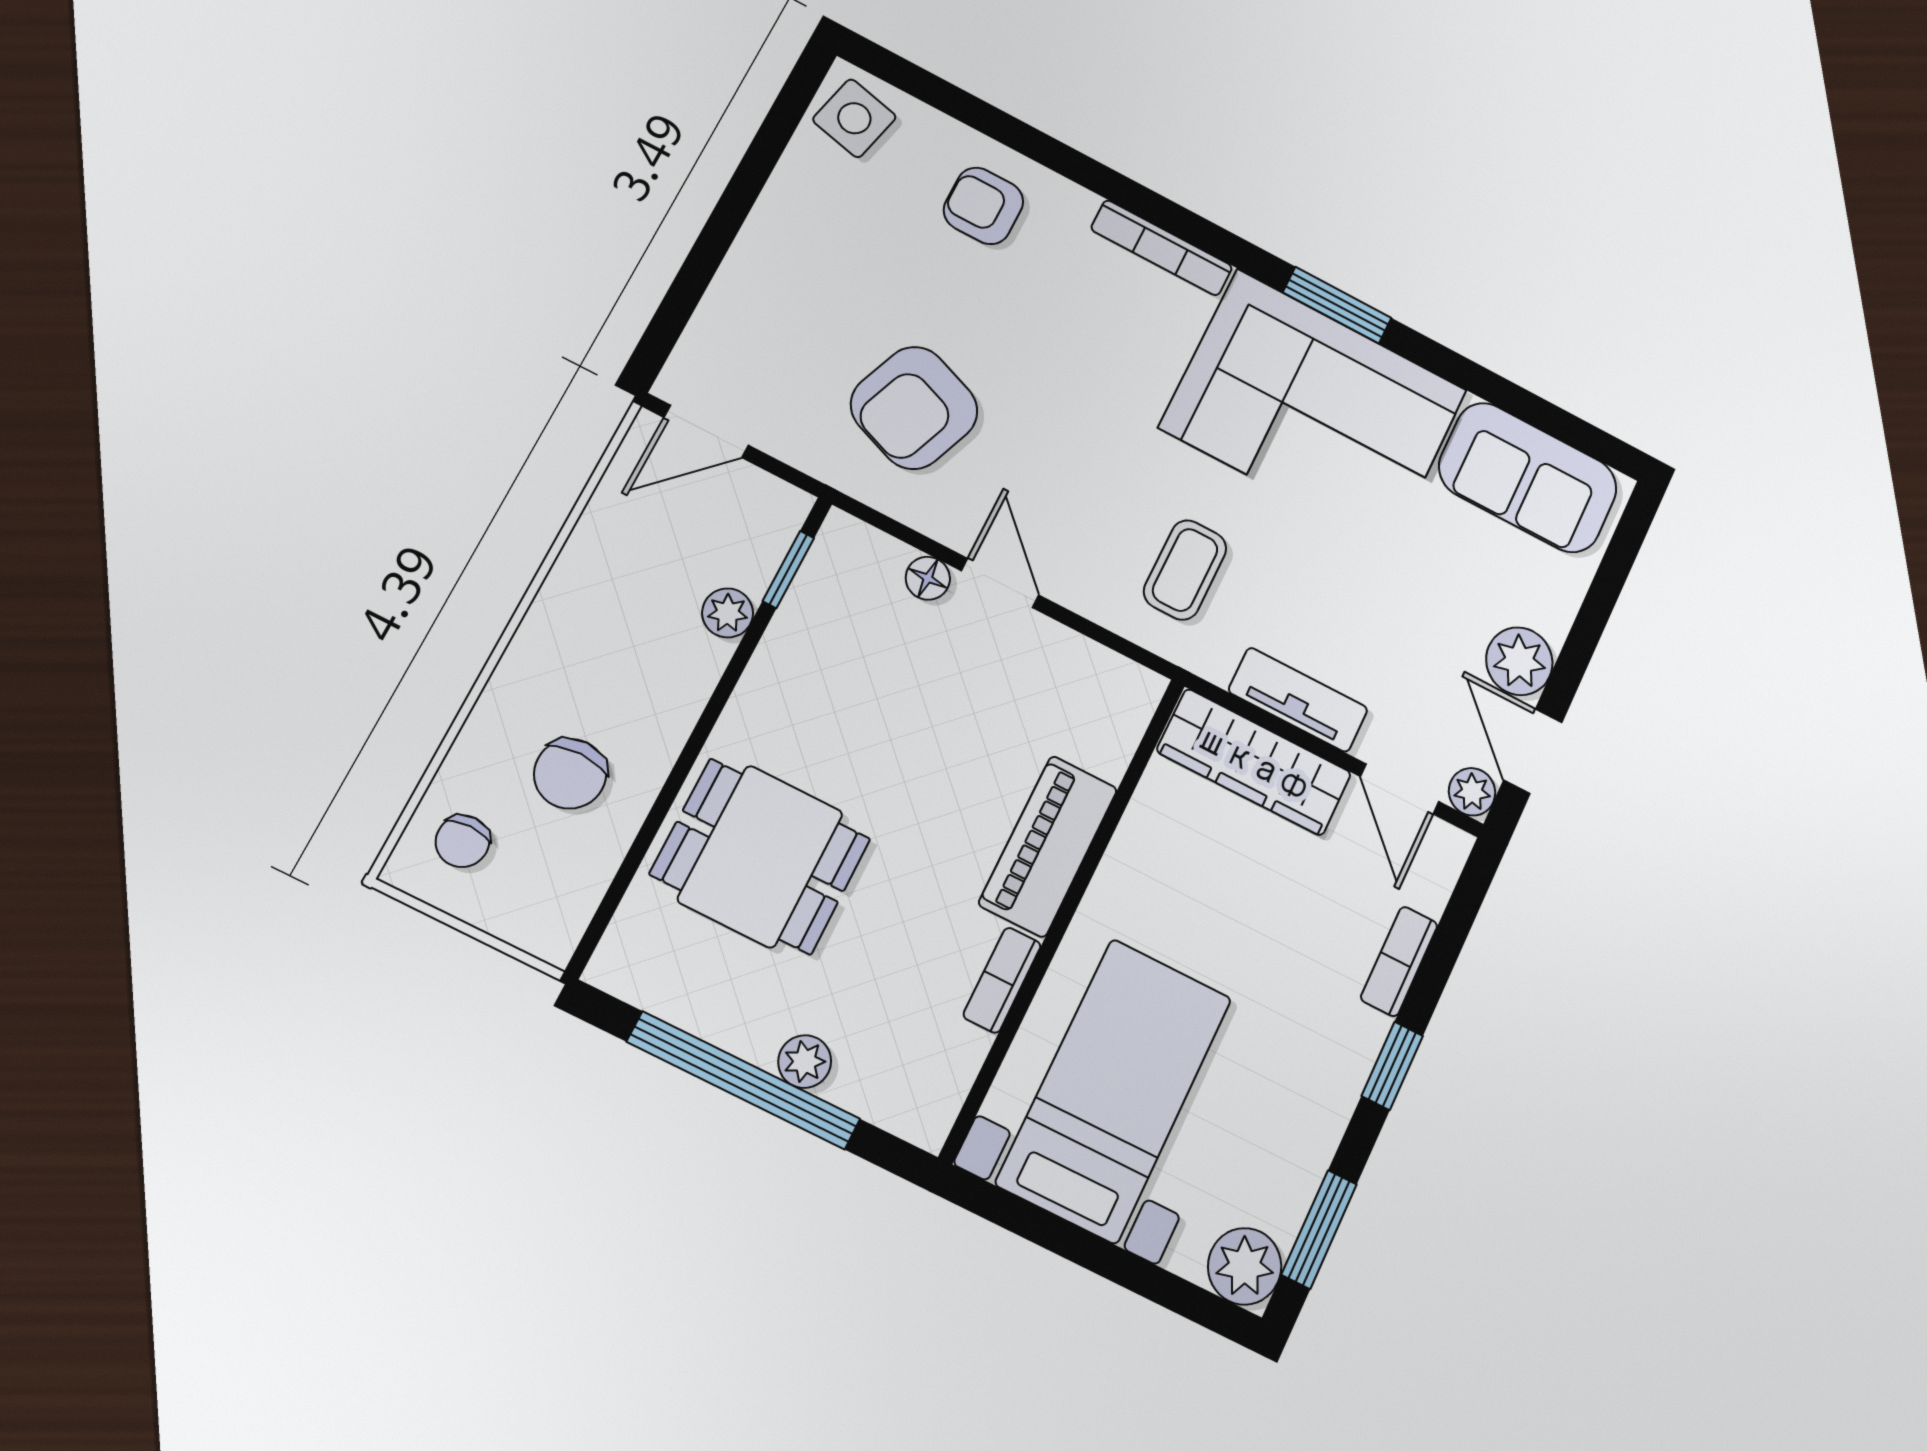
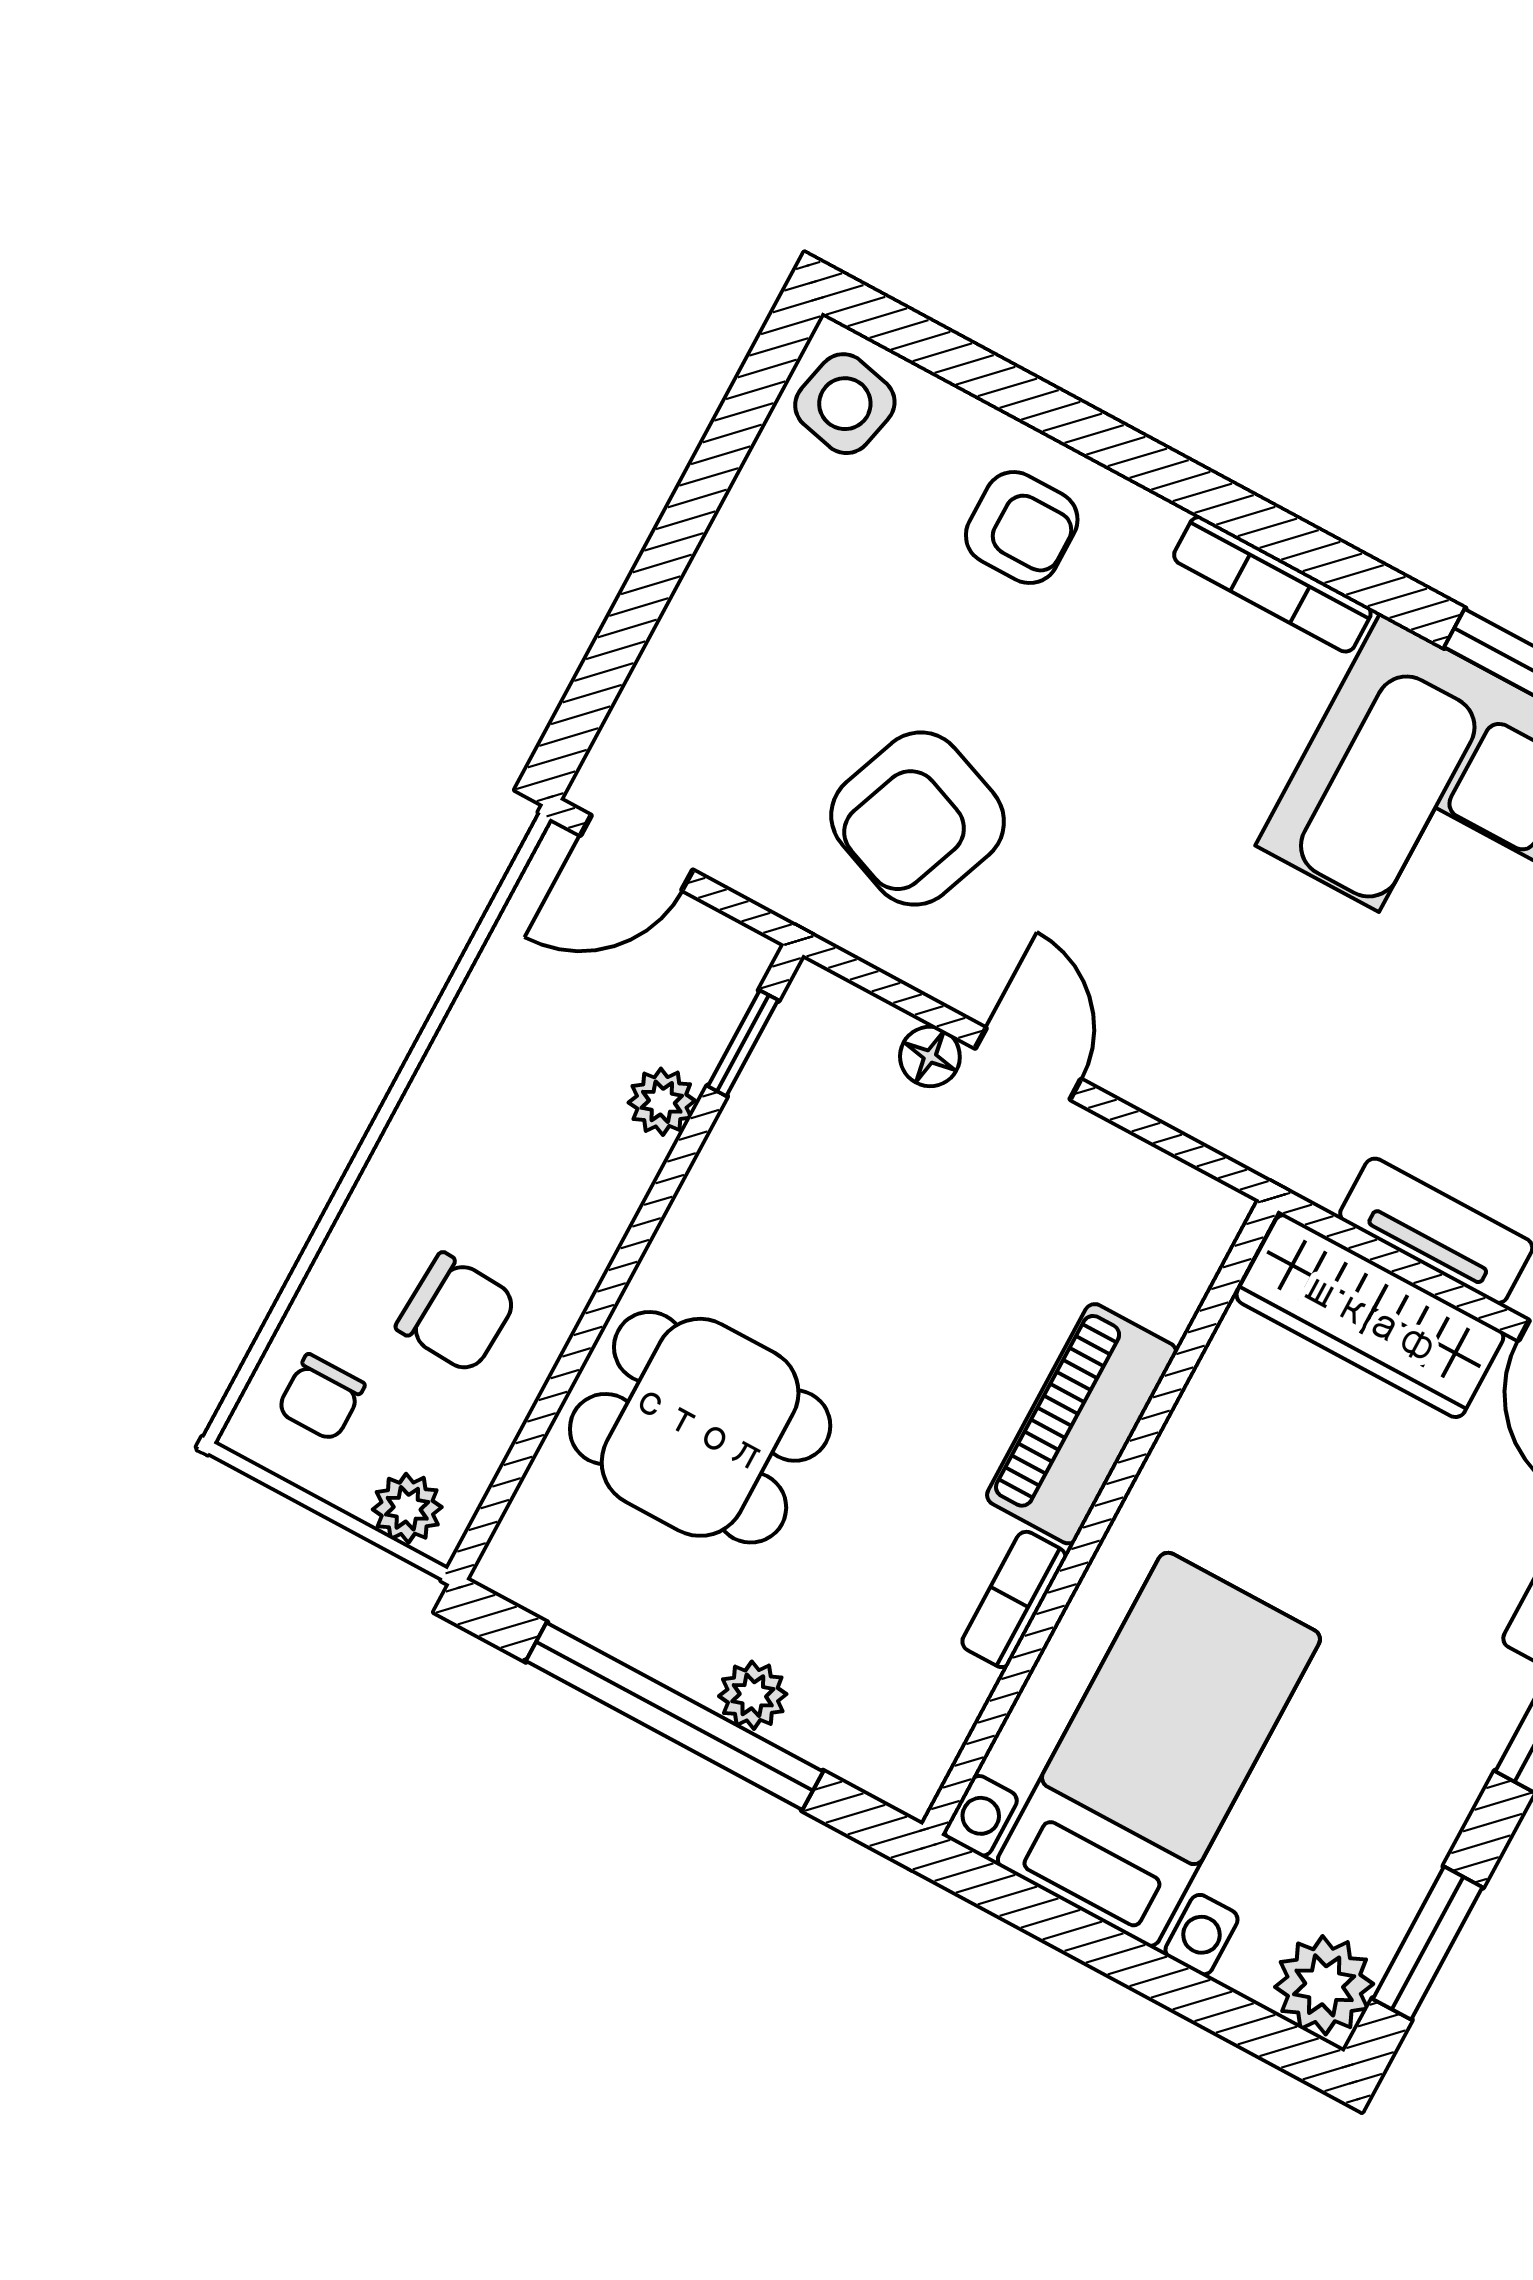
armchair: (983, 206) -> (1022, 527), turned 180
coffee table: (1185, 570) -> (1286, 1047), removed
chair: (570, 774) -> (456, 1313), turned -87
plant: (531, 925) -> (407, 1508), added

